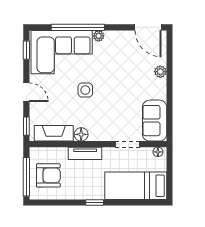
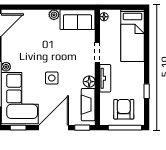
plant: (160, 72) -> (54, 15), moved
door: (26, 92) -> (54, 128), width x1.87
doorway: (128, 144) -> (97, 52), moved
window: (95, 203) -> (147, 91), moved

